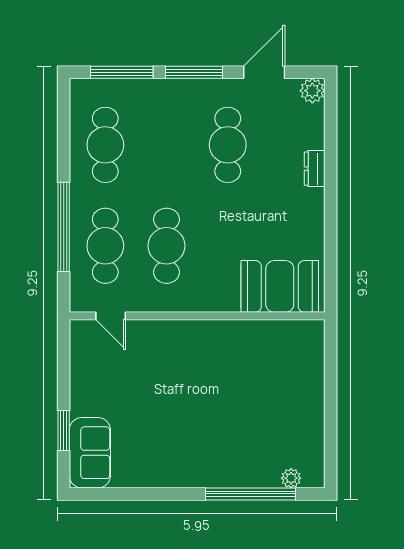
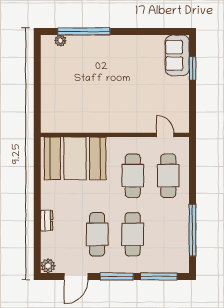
cafe table: (105, 145) -> (133, 234), moved
window: (64, 227) -> (193, 230), moved
booth: (280, 286) -> (75, 158), width x1.36, depth x1.42

